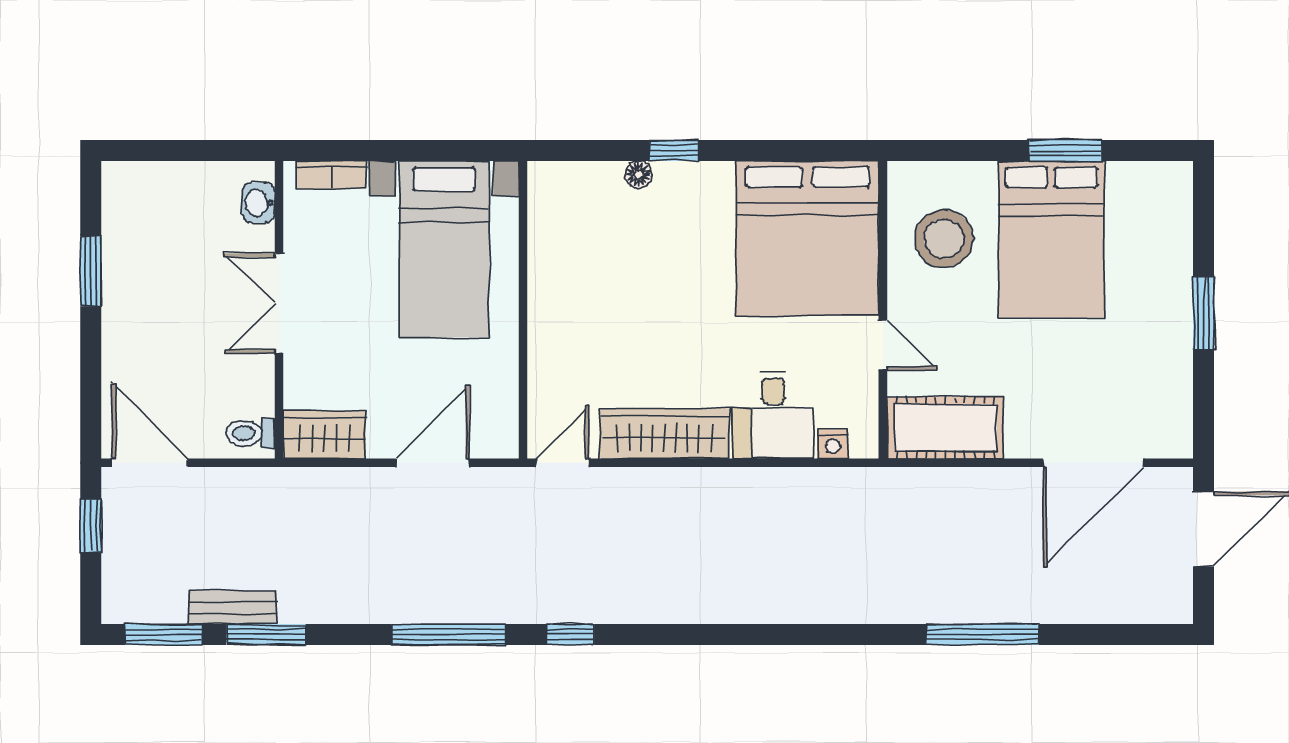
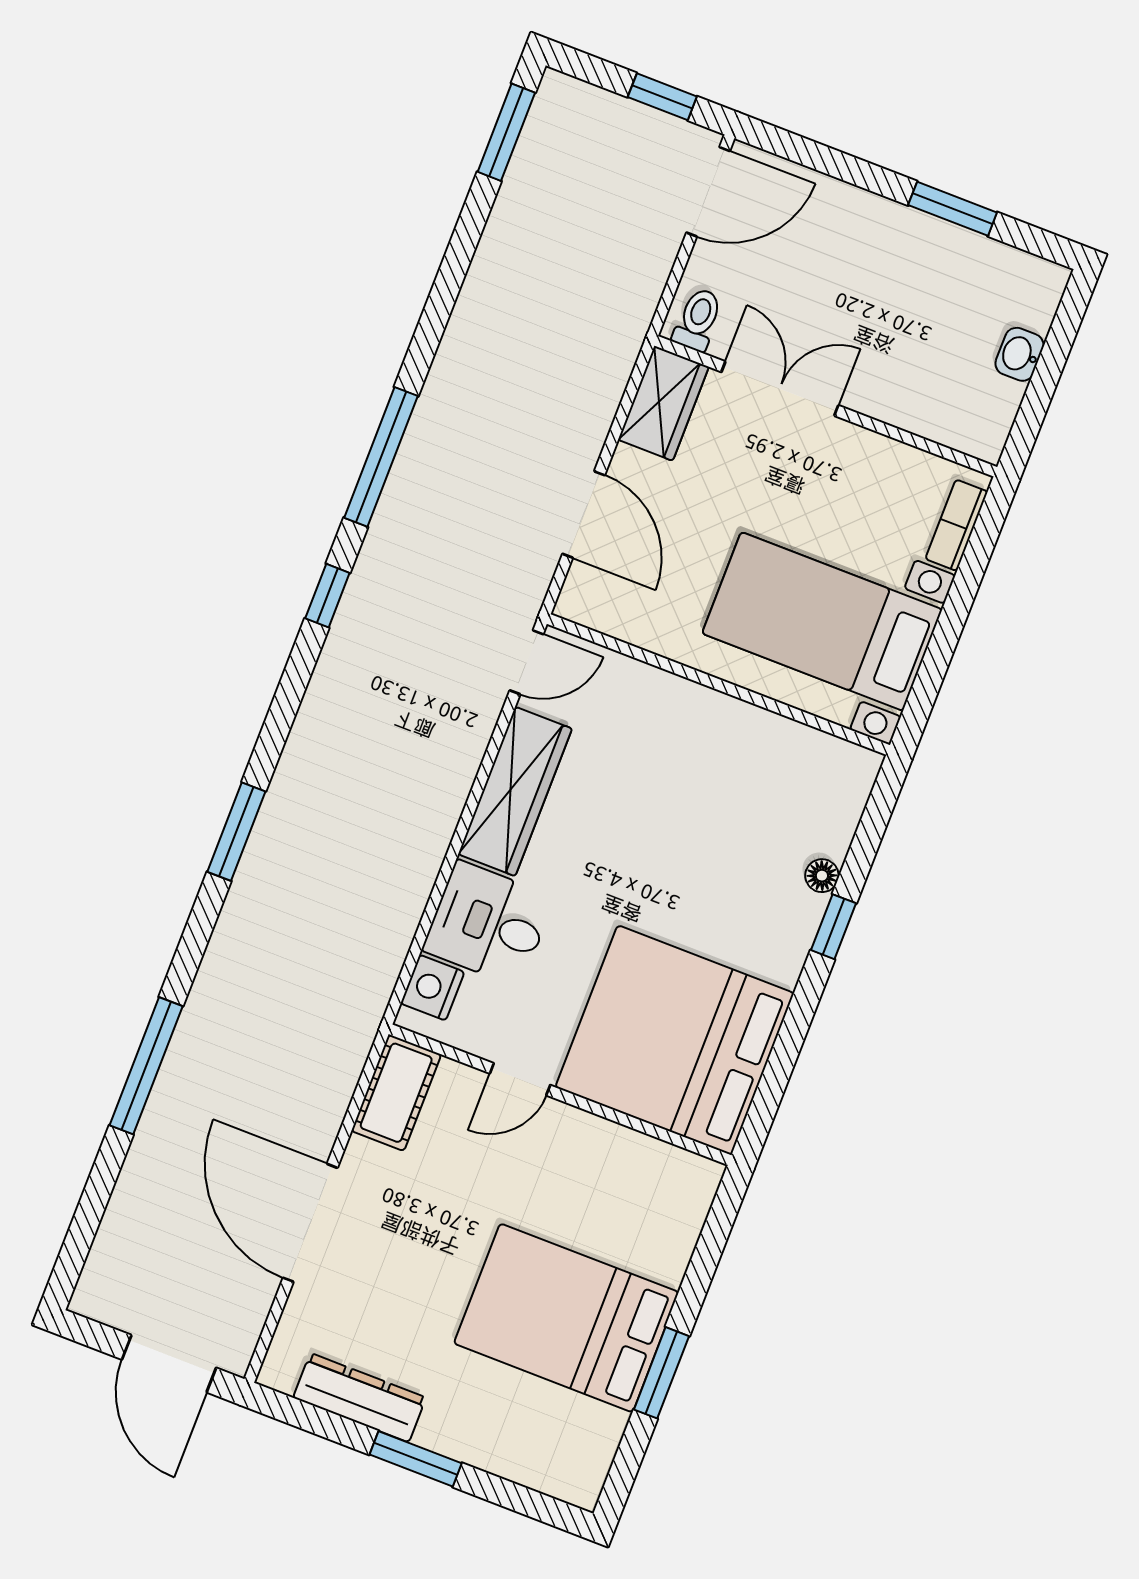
washbasin: (258, 203) -> (1020, 354), moved, turned -90
stool: (944, 239) -> (614, 1196), removed
double door: (279, 303) -> (780, 389), moved
dresser: (1173, 374) -> (360, 1398), added
cot: (945, 428) -> (396, 1093), width x0.73, depth x0.75
nightstand: (833, 444) -> (432, 988), width x1.39, depth x1.35
door: (562, 463) -> (527, 662), hinge flipped
door: (1093, 463) -> (310, 1223), moved
bench: (233, 607) -> (507, 223), removed
window: (266, 634) -> (236, 832), moved

